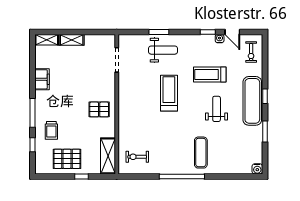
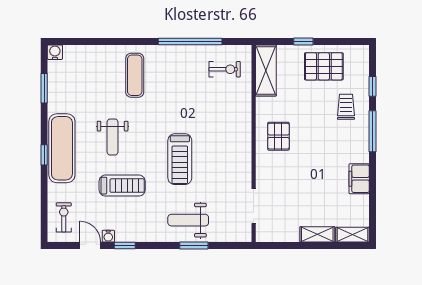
pallet: (99, 109) -> (278, 136), turned 90
window: (265, 131) -> (44, 88), moved
window: (182, 176) -> (190, 41), moved

